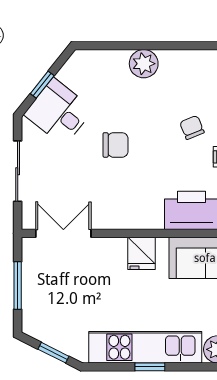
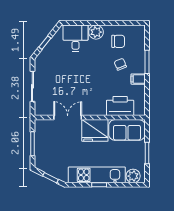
desk: (59, 112) -> (76, 38), moved, turned 51
chair: (115, 145) -> (118, 41), moved
double door: (63, 233) -> (68, 118), moved
fridge: (142, 253) -> (95, 130), width x1.88, depth x1.34

